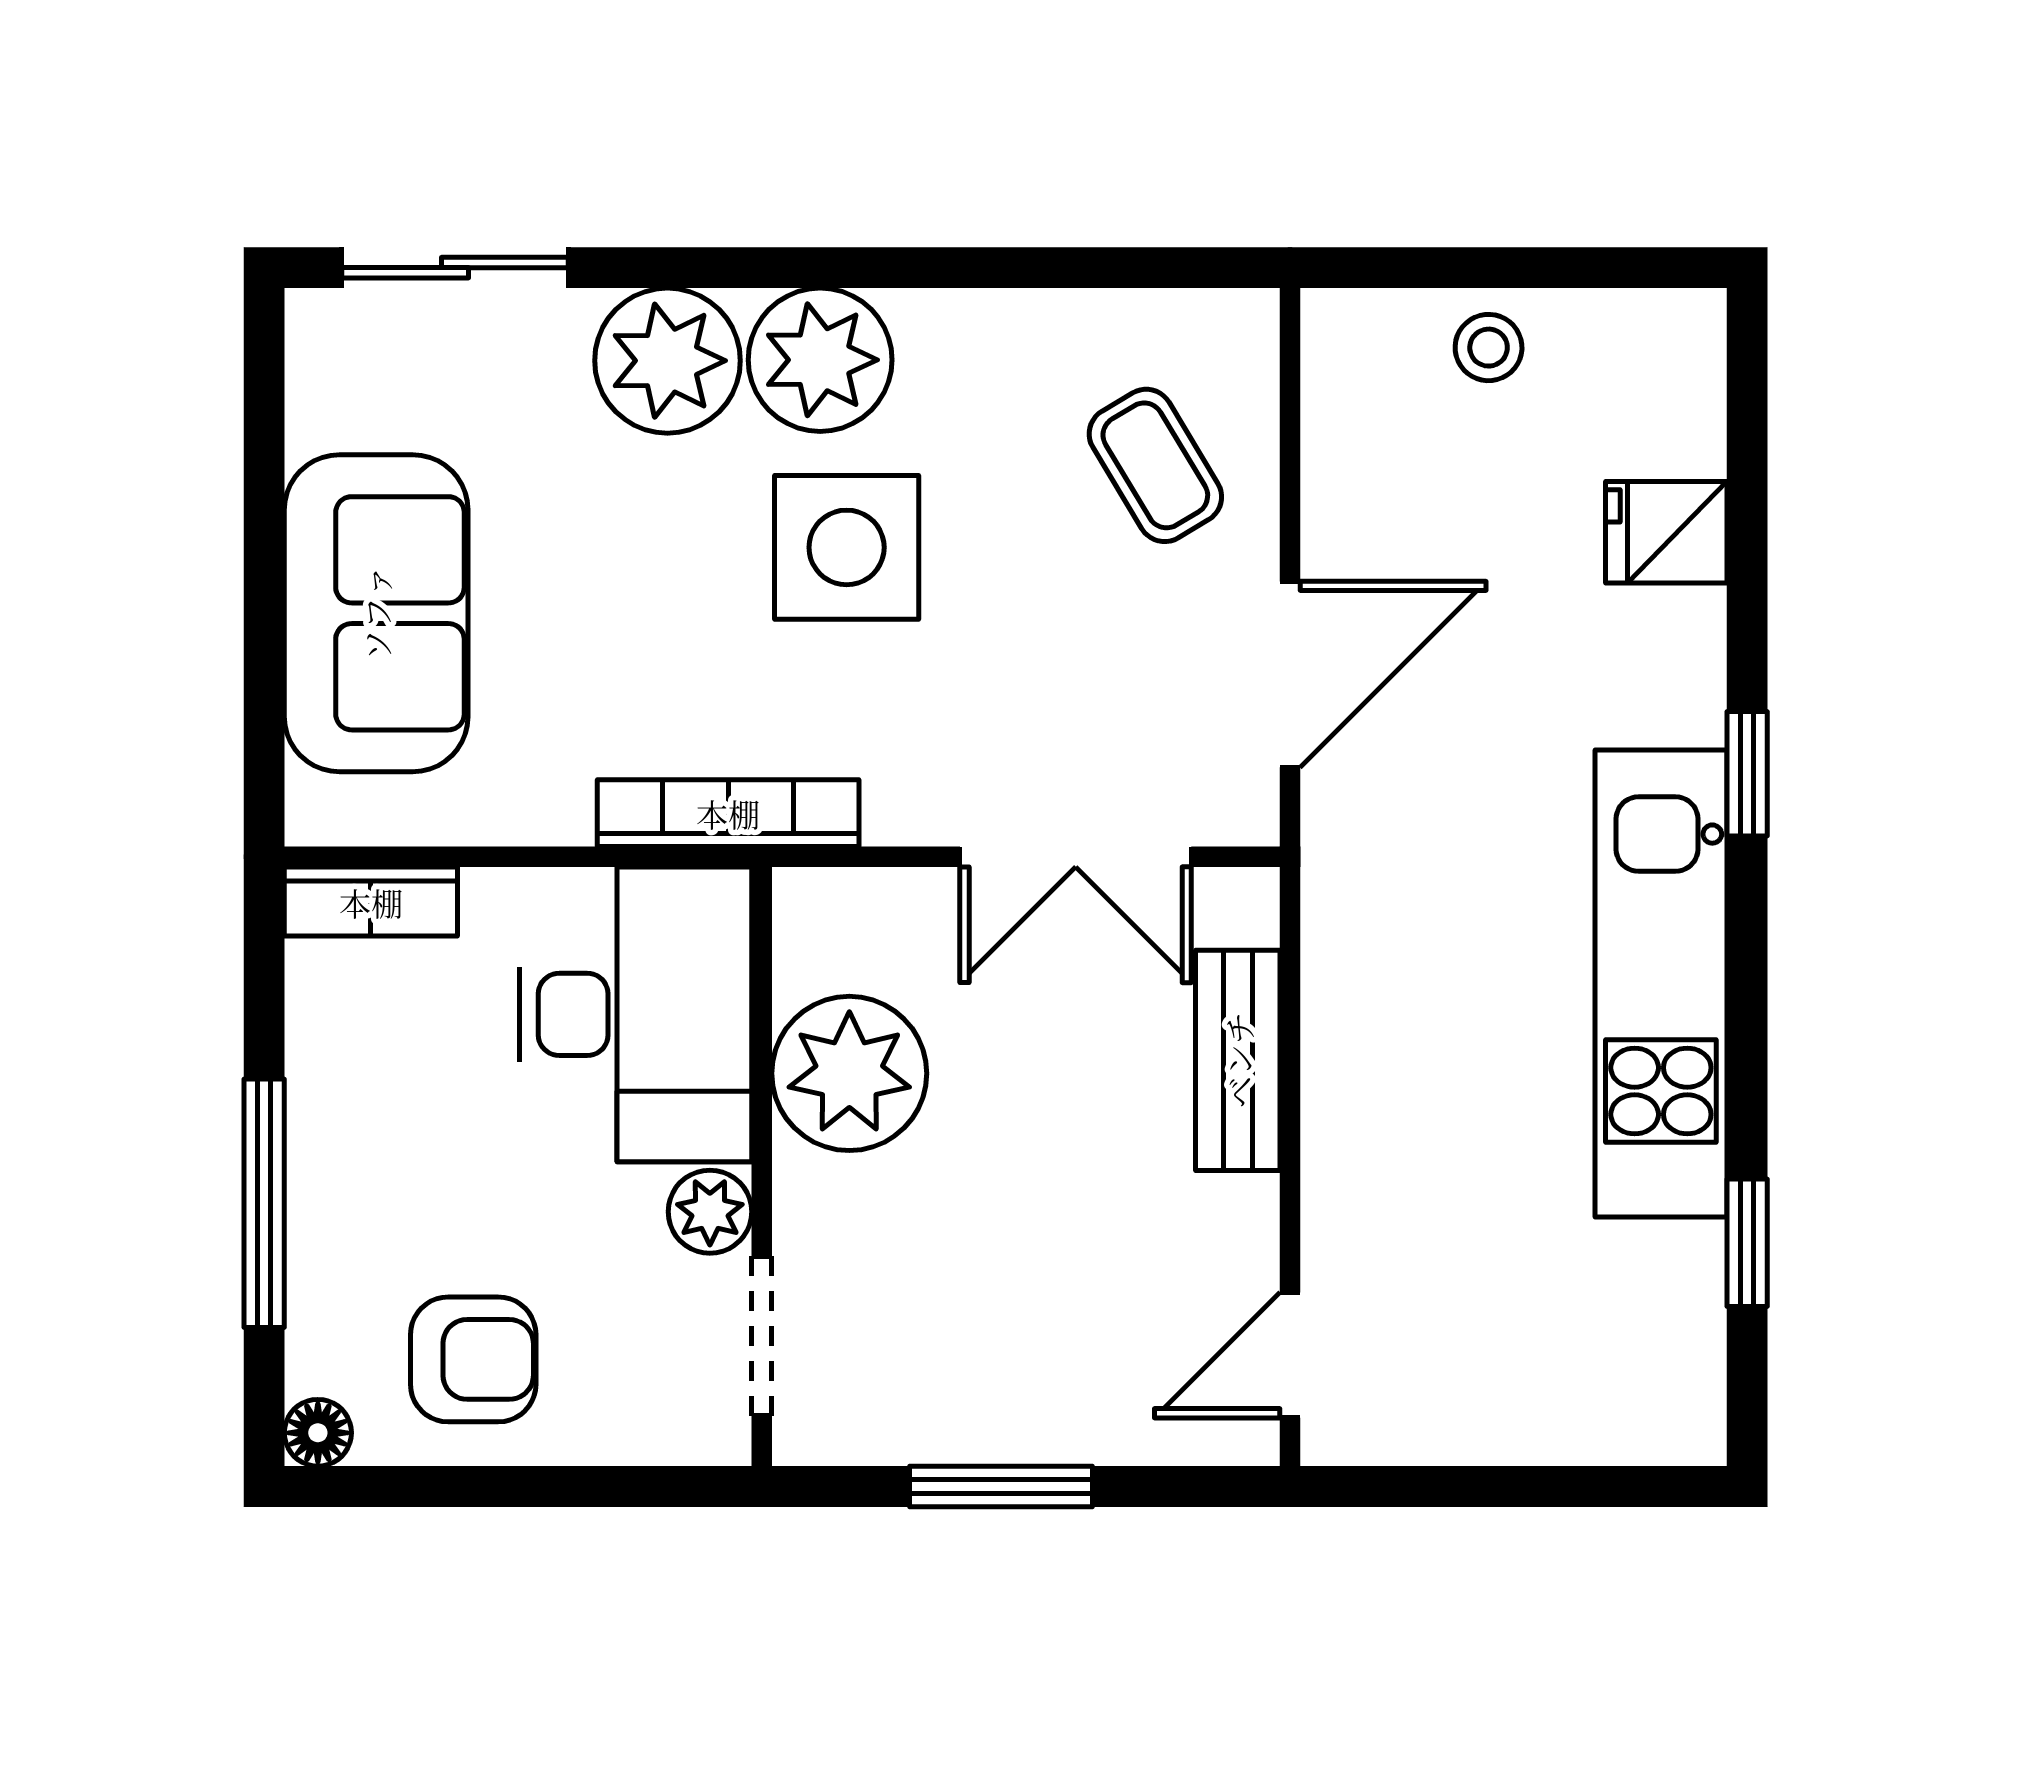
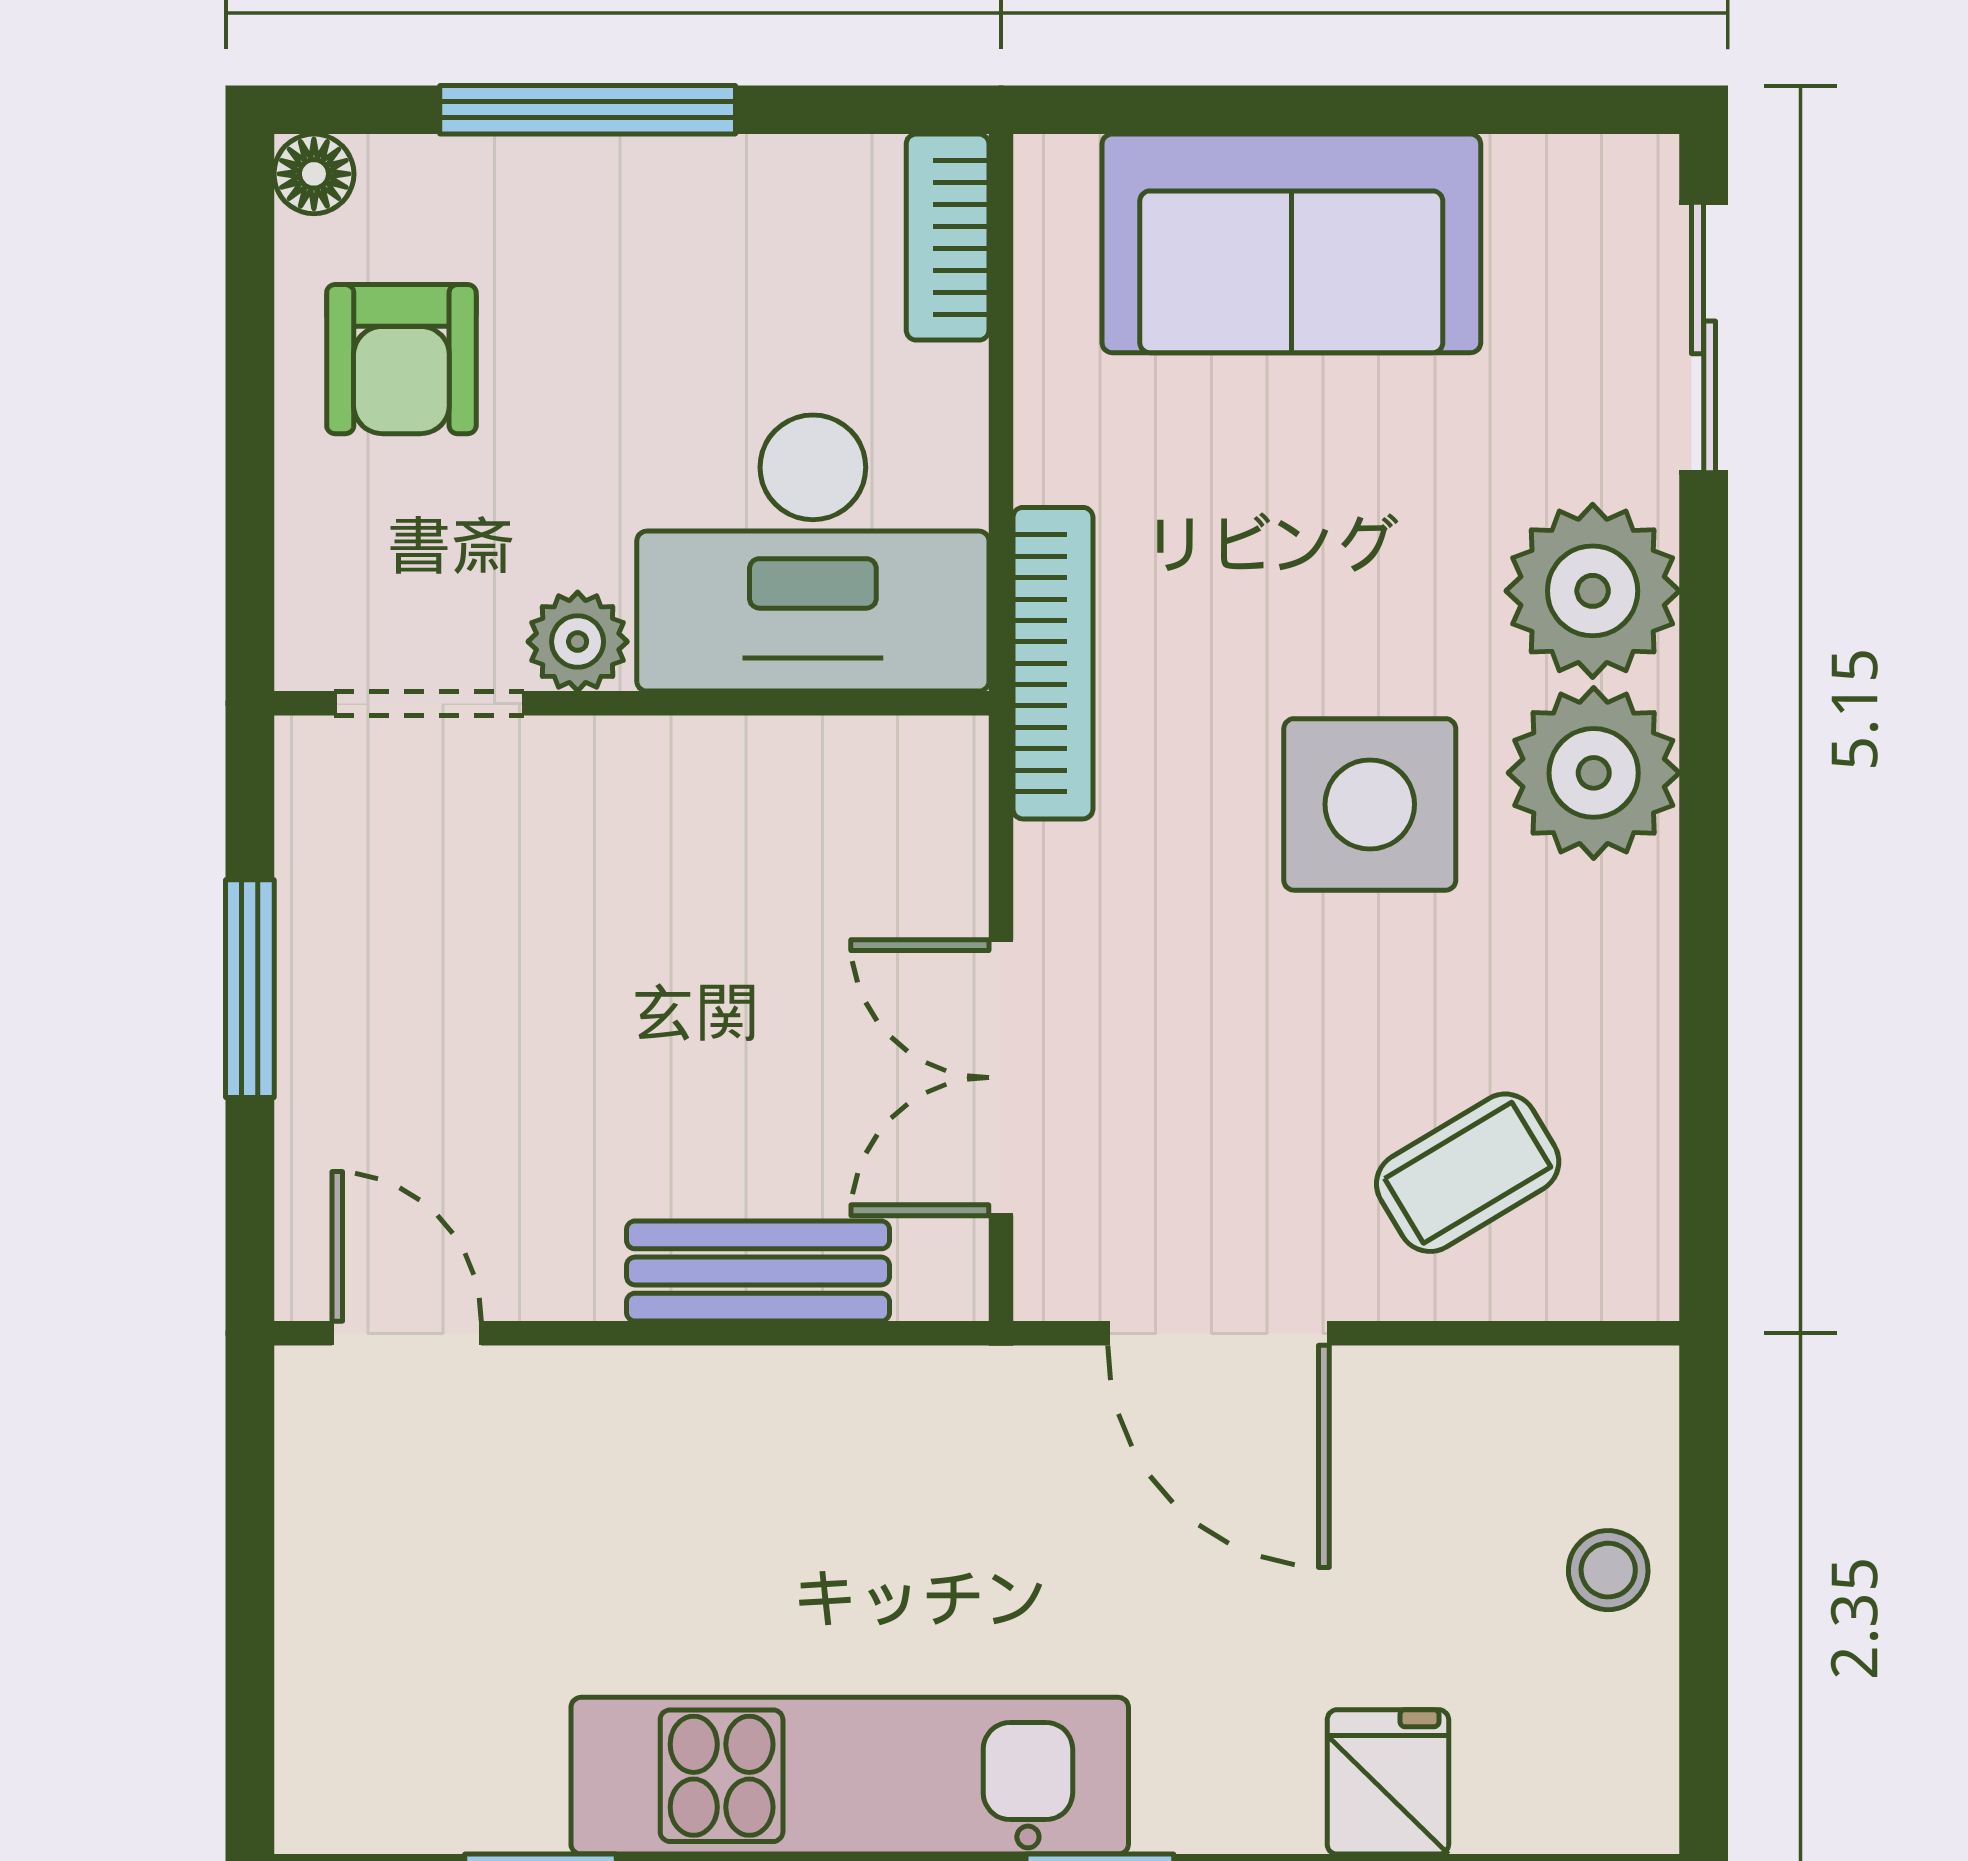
plant: (849, 1073) -> (742, 808), removed

